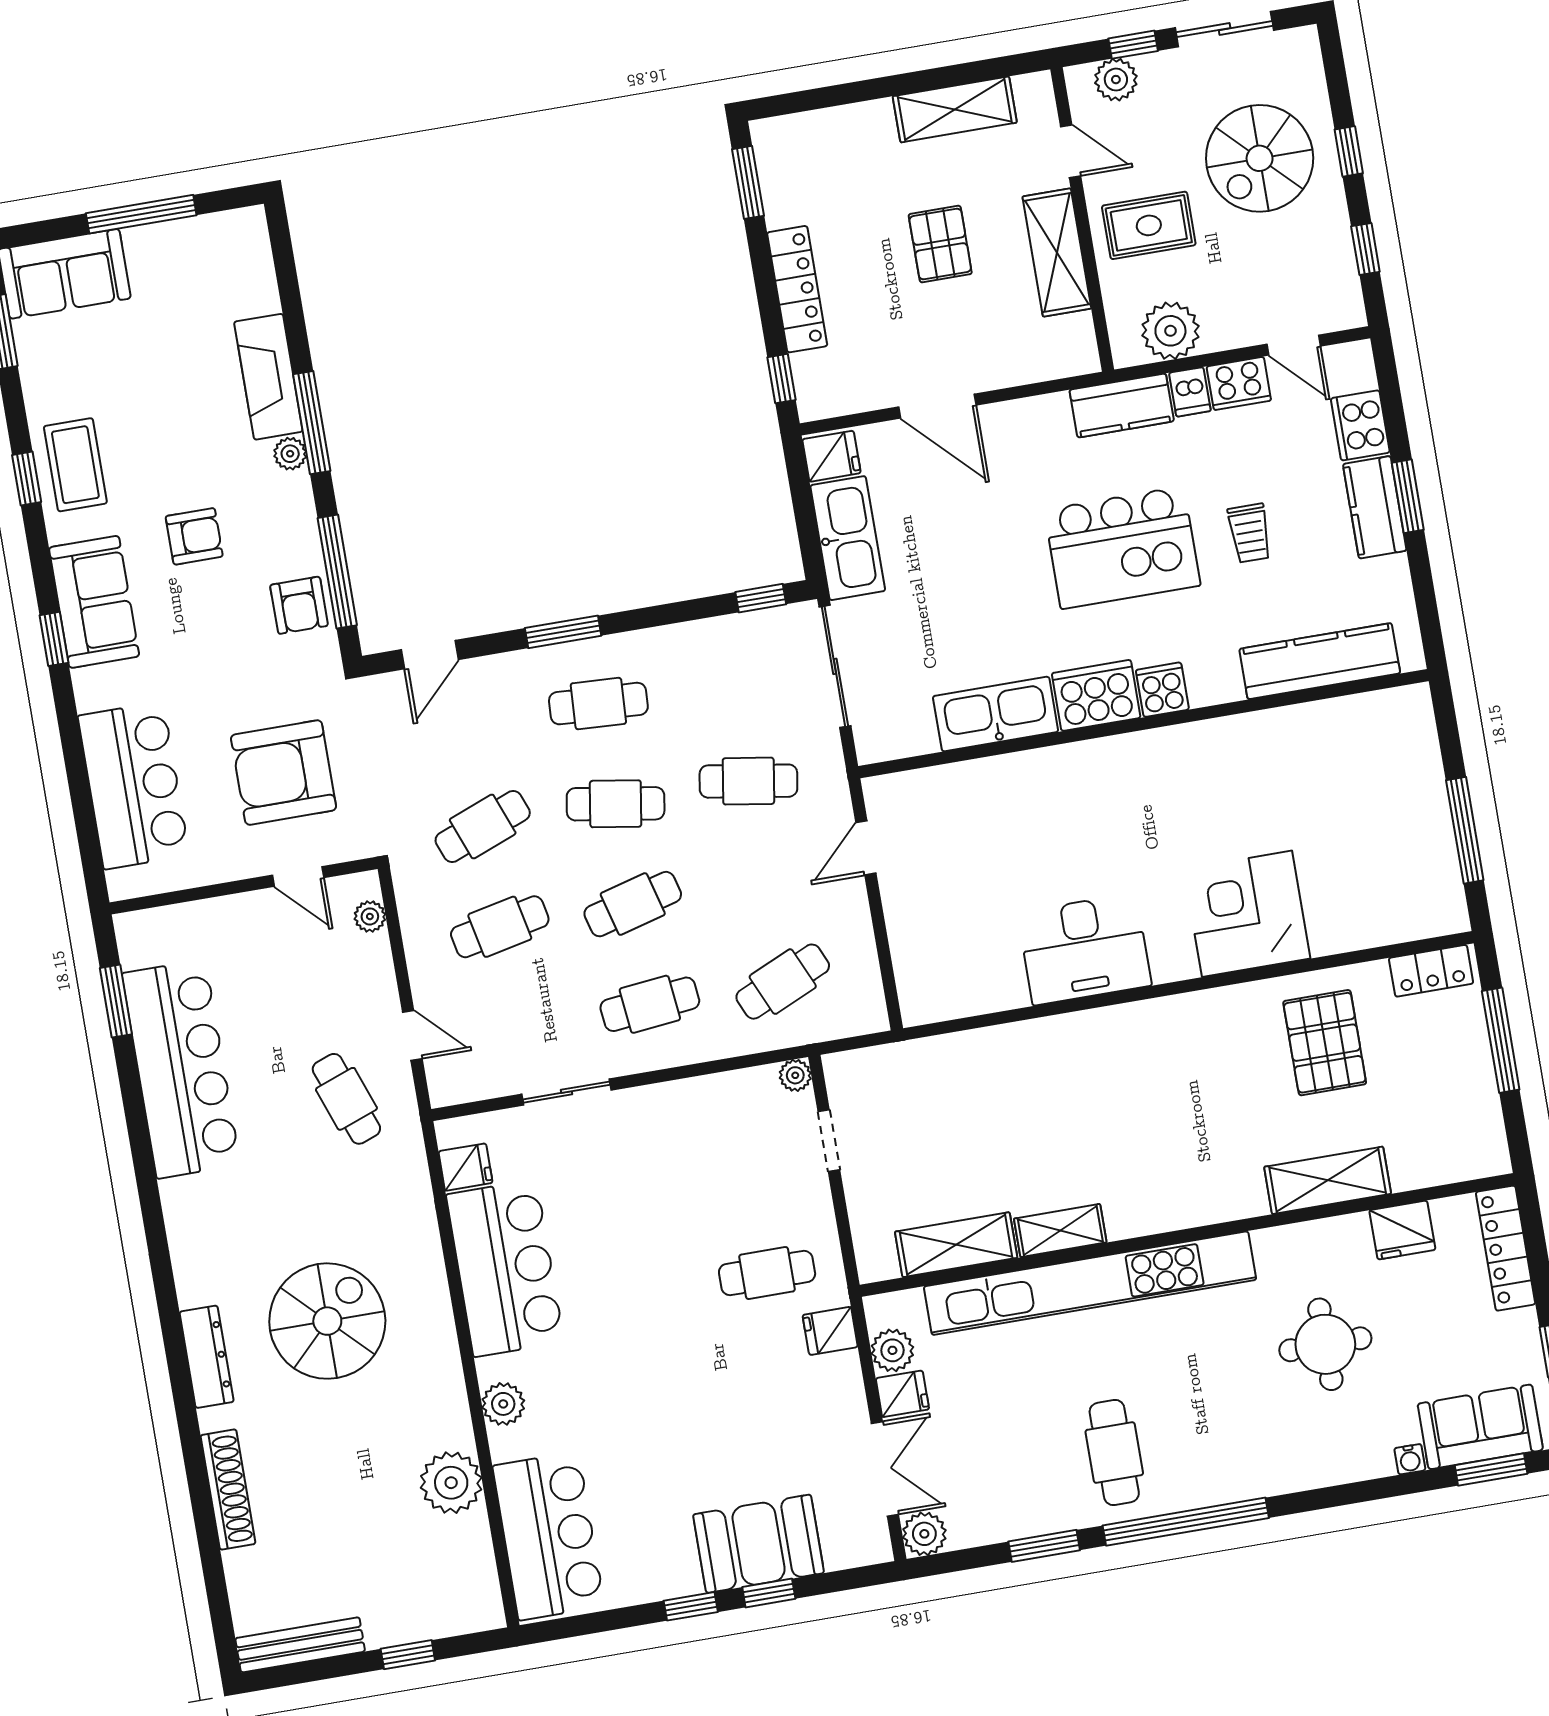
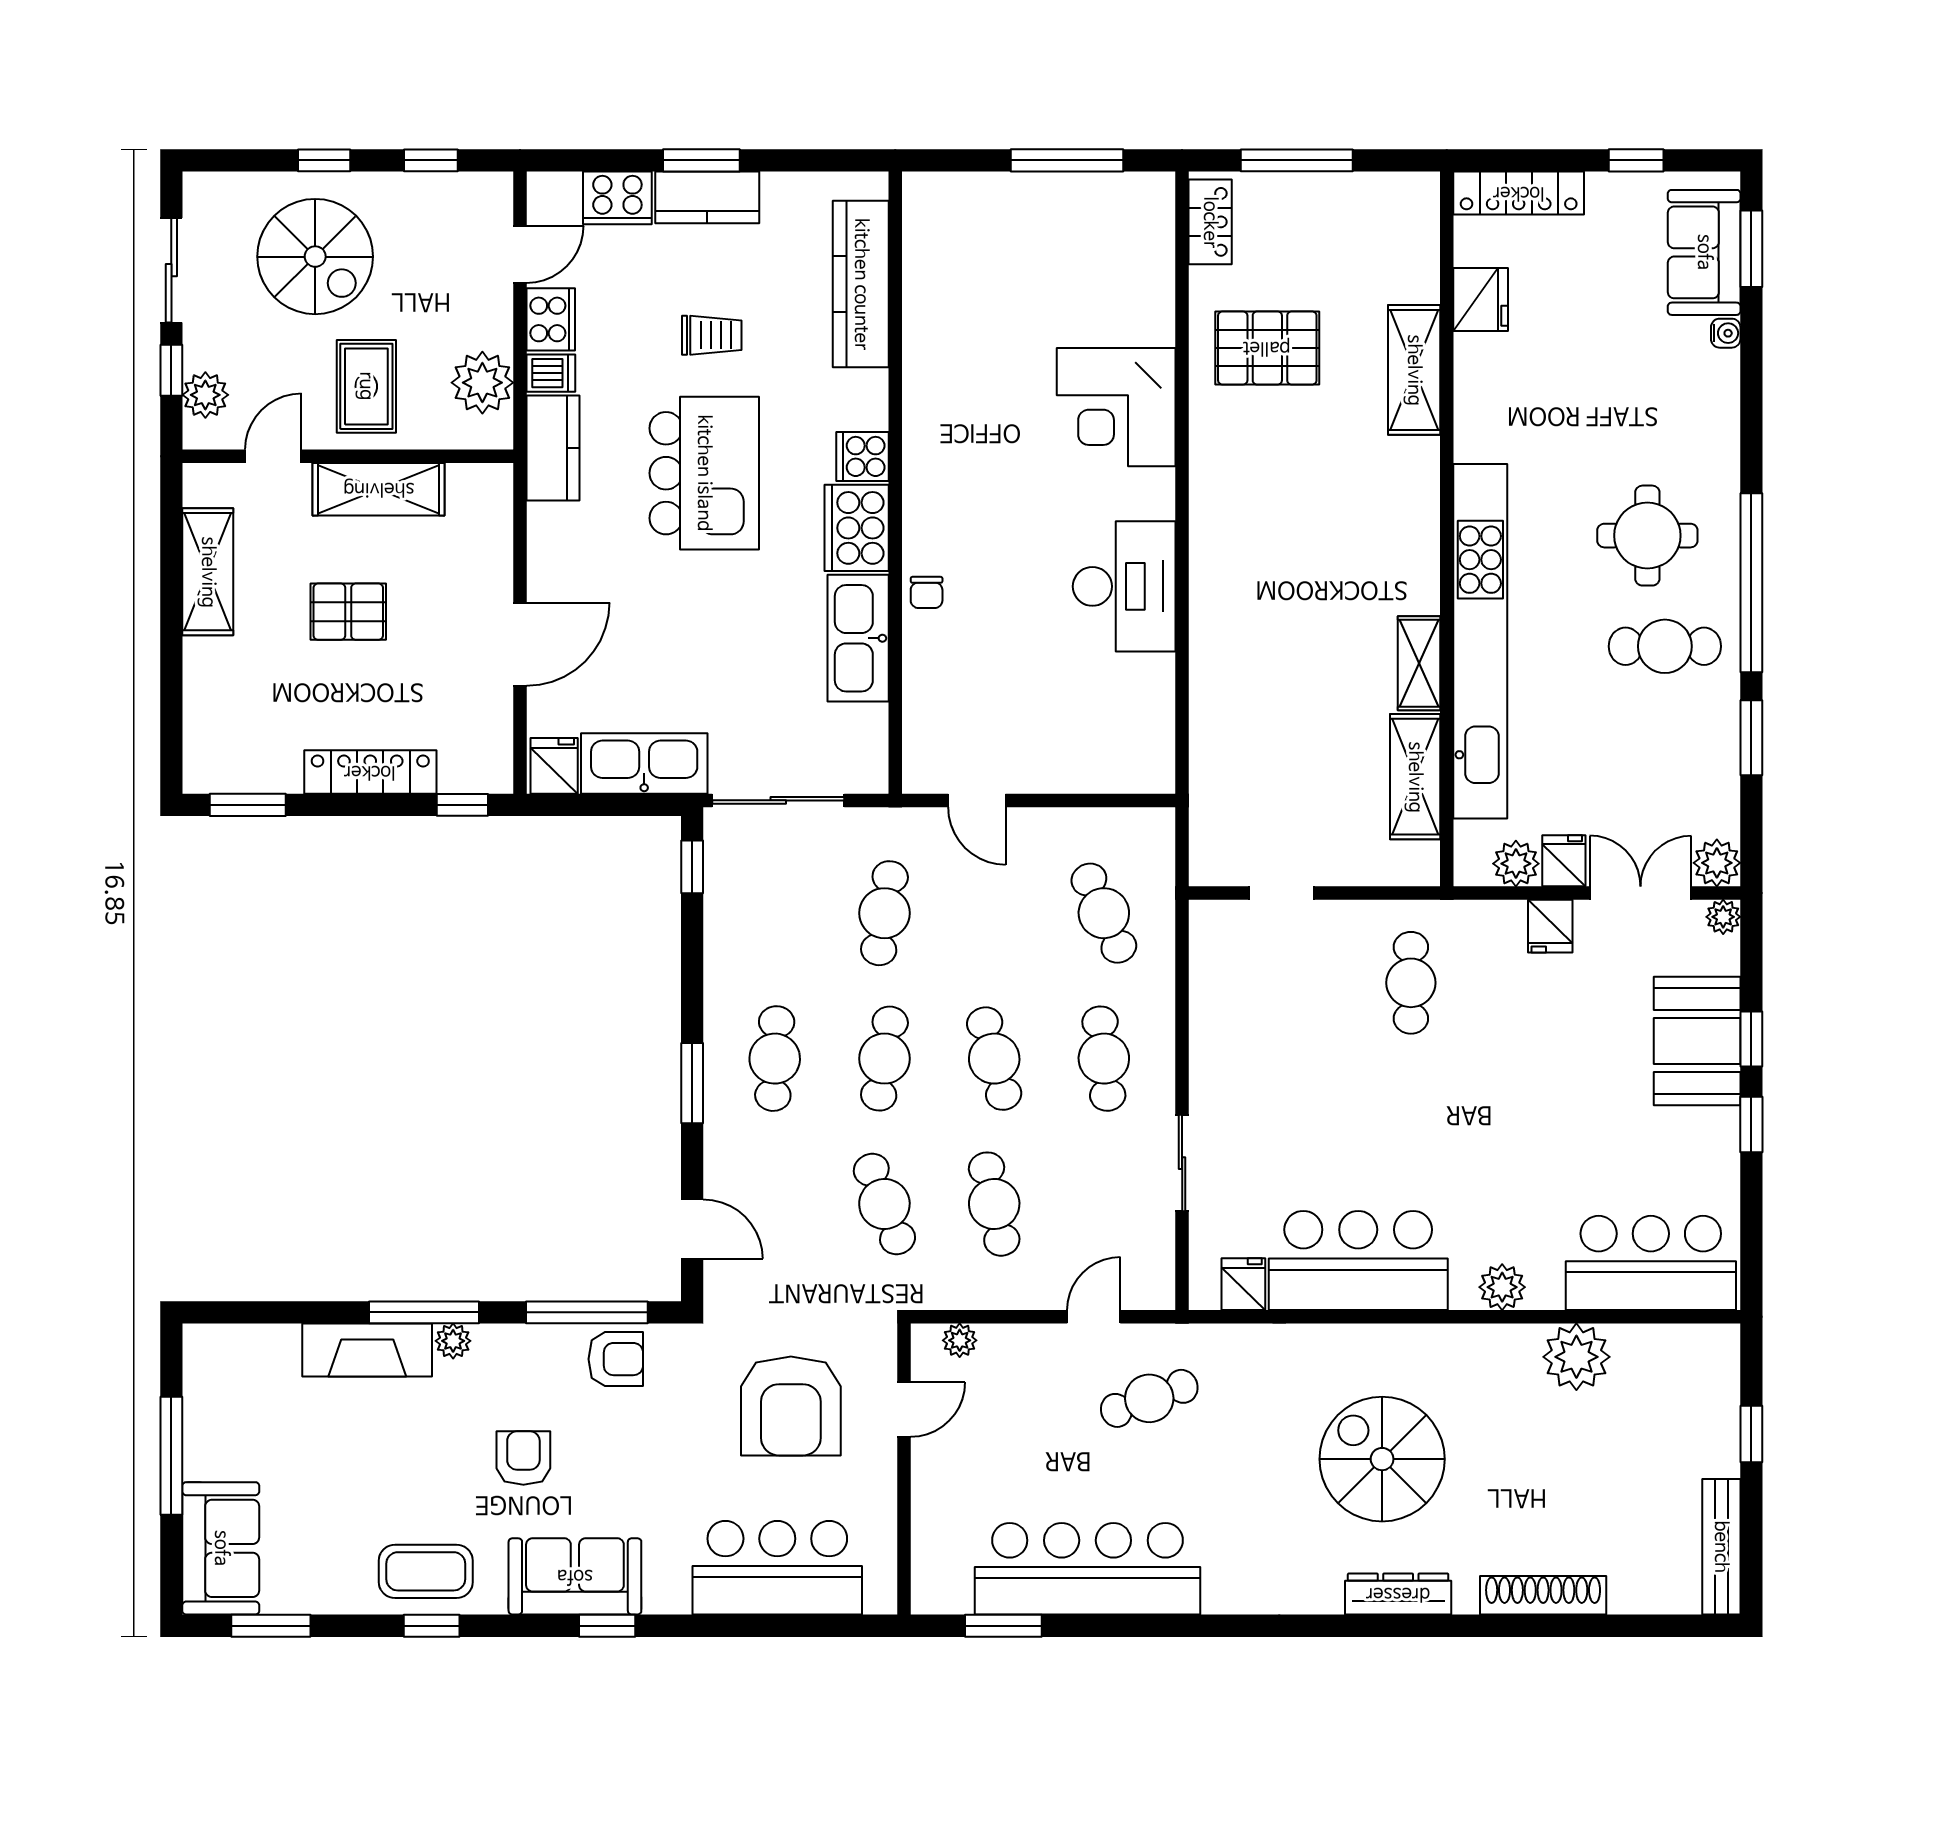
chair: (1048, 769) -> (927, 592), added
plant: (795, 1075) -> (1723, 917), moved
fridge: (830, 1331) -> (1550, 926), moved
round table: (1325, 1344) -> (1647, 536), moved

